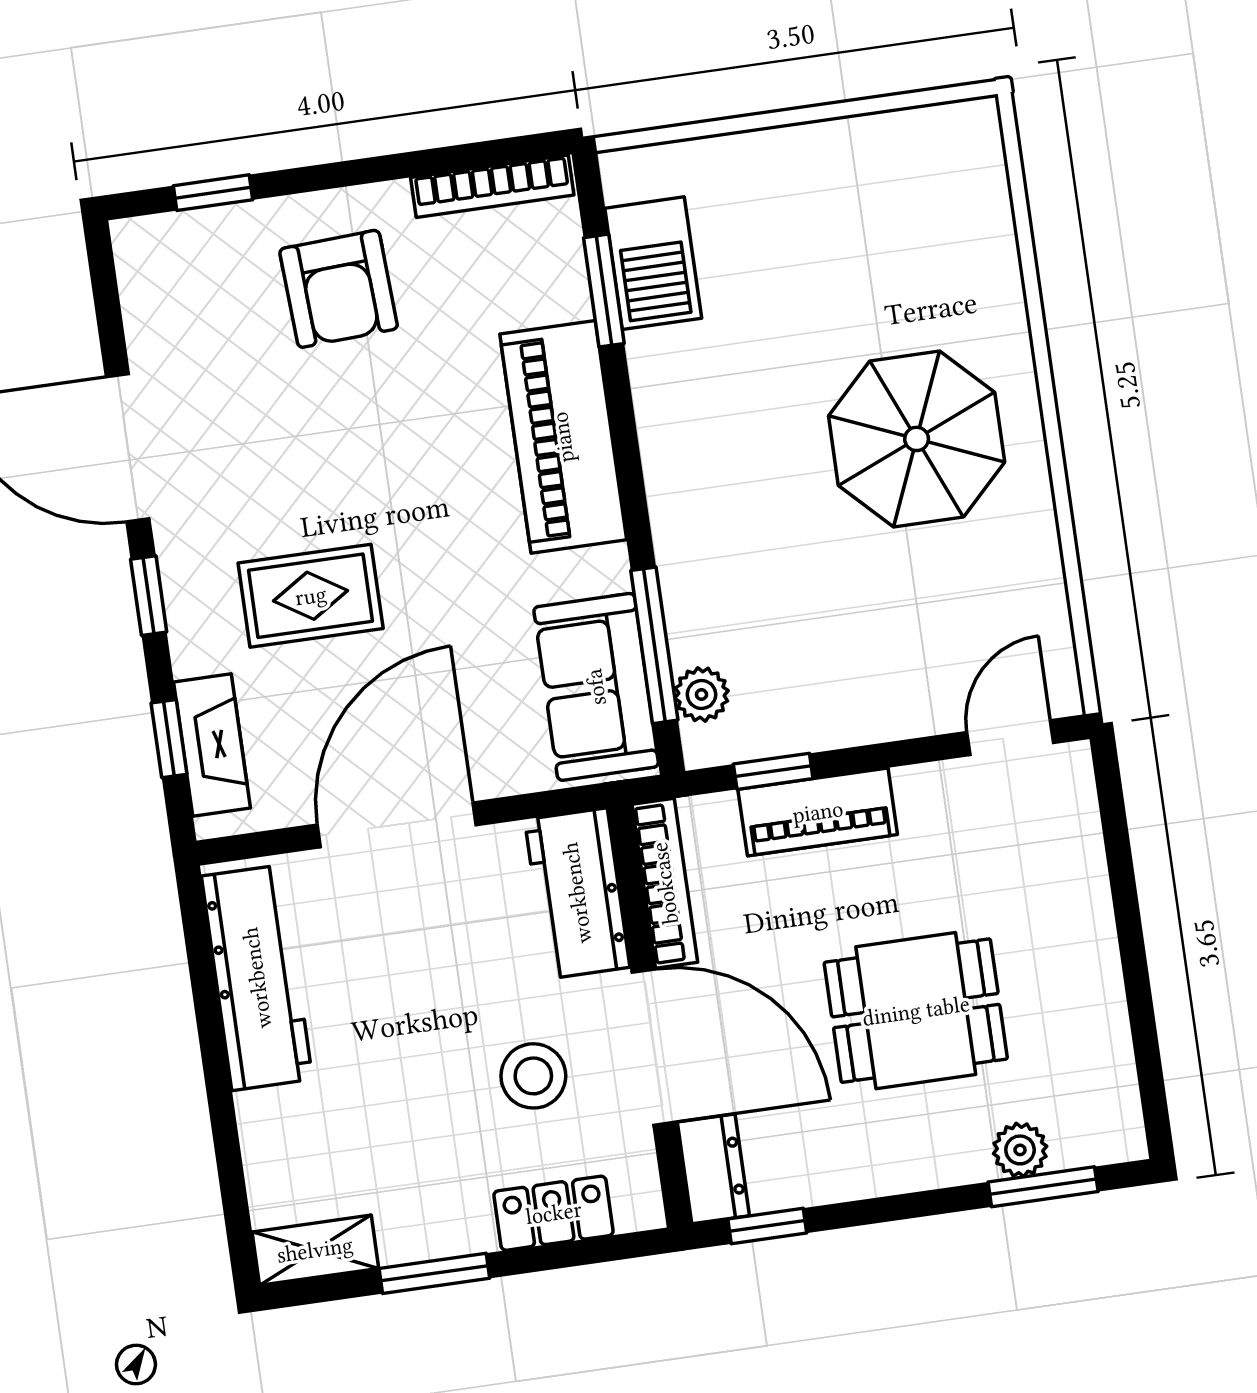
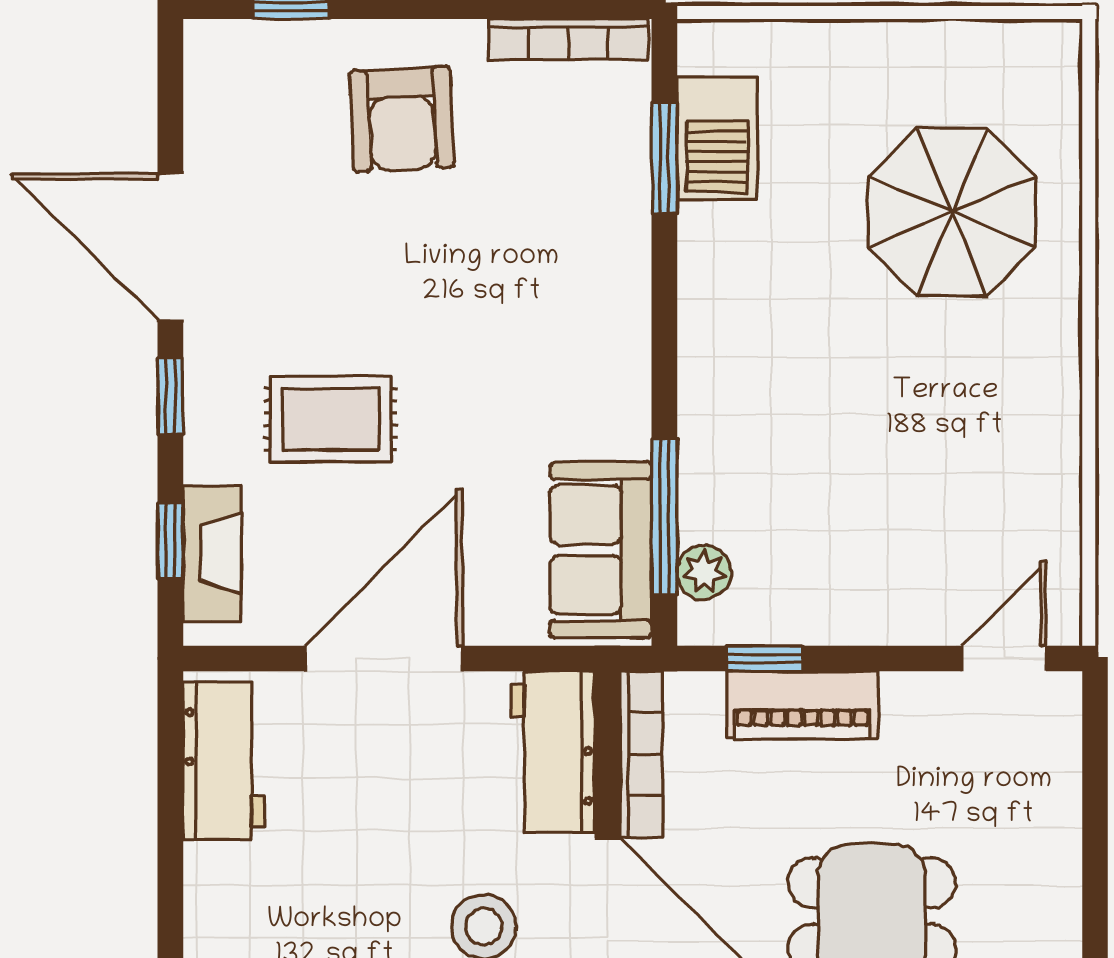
piano: (563, 437) -> (603, 297), removed
parasol: (917, 439) -> (952, 212), moved
workbench: (257, 978) -> (224, 761), width x0.73

